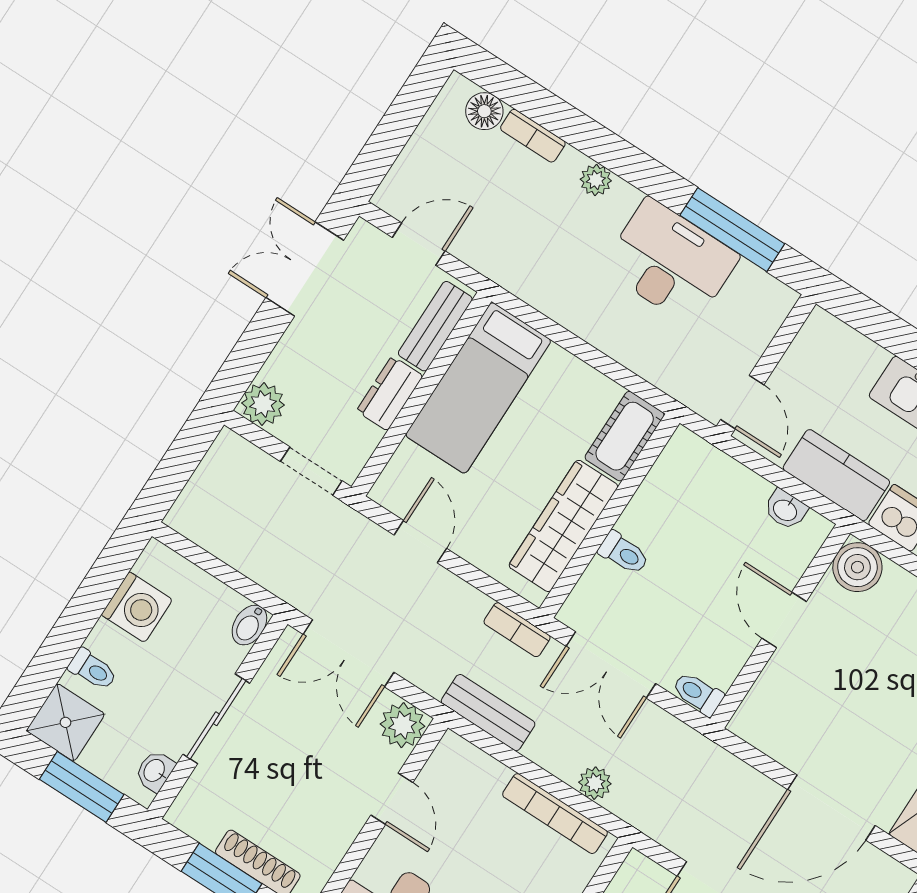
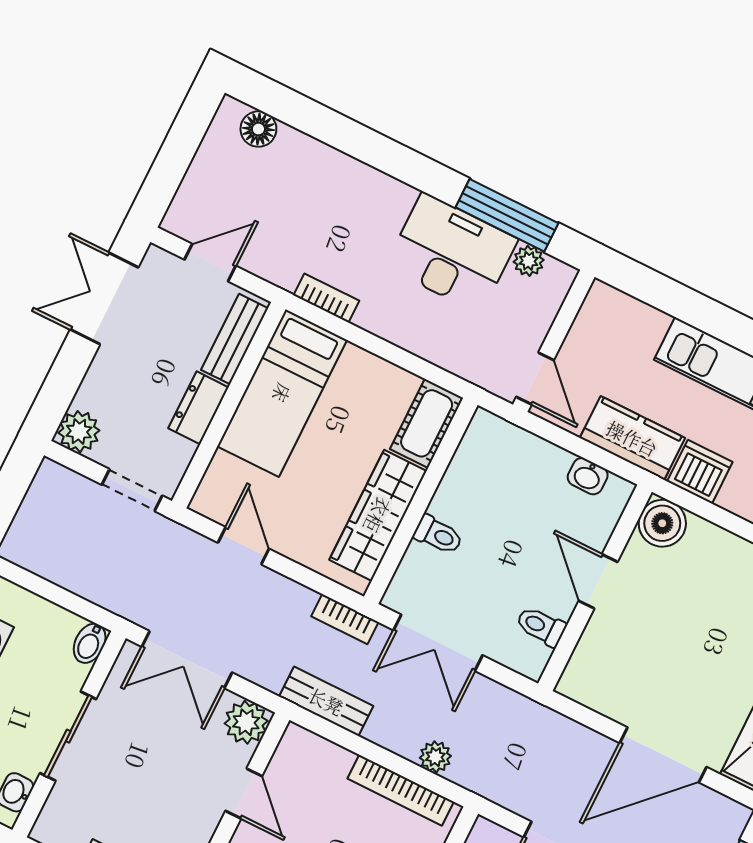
bookcase: (533, 136) -> (326, 298), moved, turned 180
plant: (596, 180) -> (529, 261), moved
toilet: (698, 694) -> (541, 626), moved

